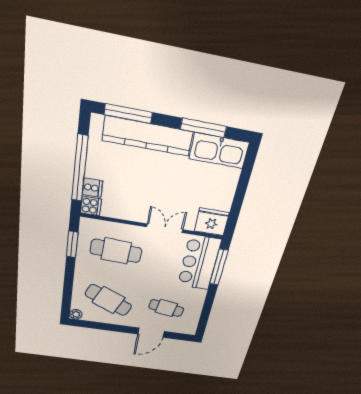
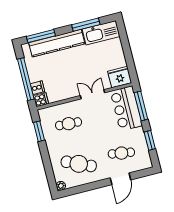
cafe table: (116, 251) -> (69, 124), width x0.73, depth x0.74
window: (207, 308) -> (150, 140), added

